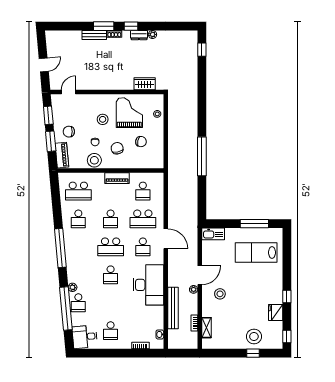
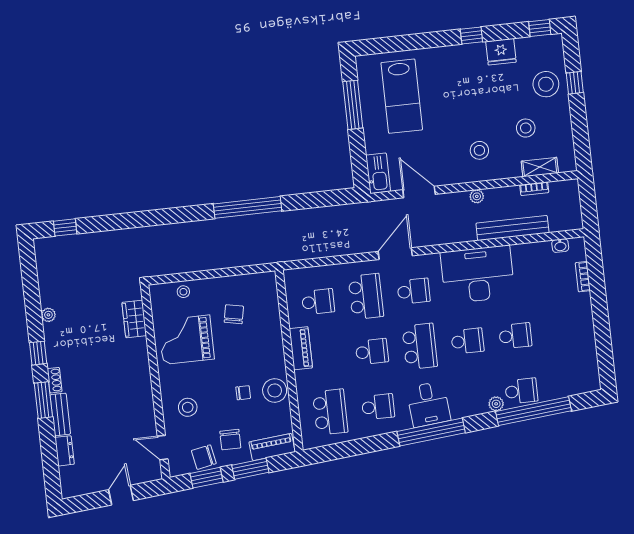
dresser: (139, 35) -> (65, 451), moved
door: (44, 65) -> (121, 495), hinge flipped
stool: (103, 119) -> (188, 407), moved
chair: (117, 148) -> (204, 457), moved
door: (200, 275) -> (419, 192), moved
stool: (230, 322) -> (526, 128), added
school desk: (111, 331) -> (515, 336), moved
desk: (85, 337) -> (428, 404), moved

